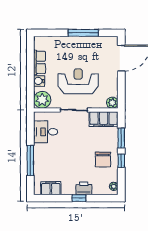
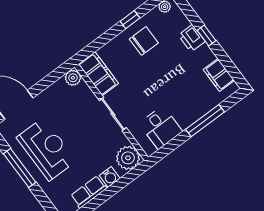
reception desk: (78, 81) -> (46, 149), moved, turned 180
window: (121, 138) -> (105, 38), removed

